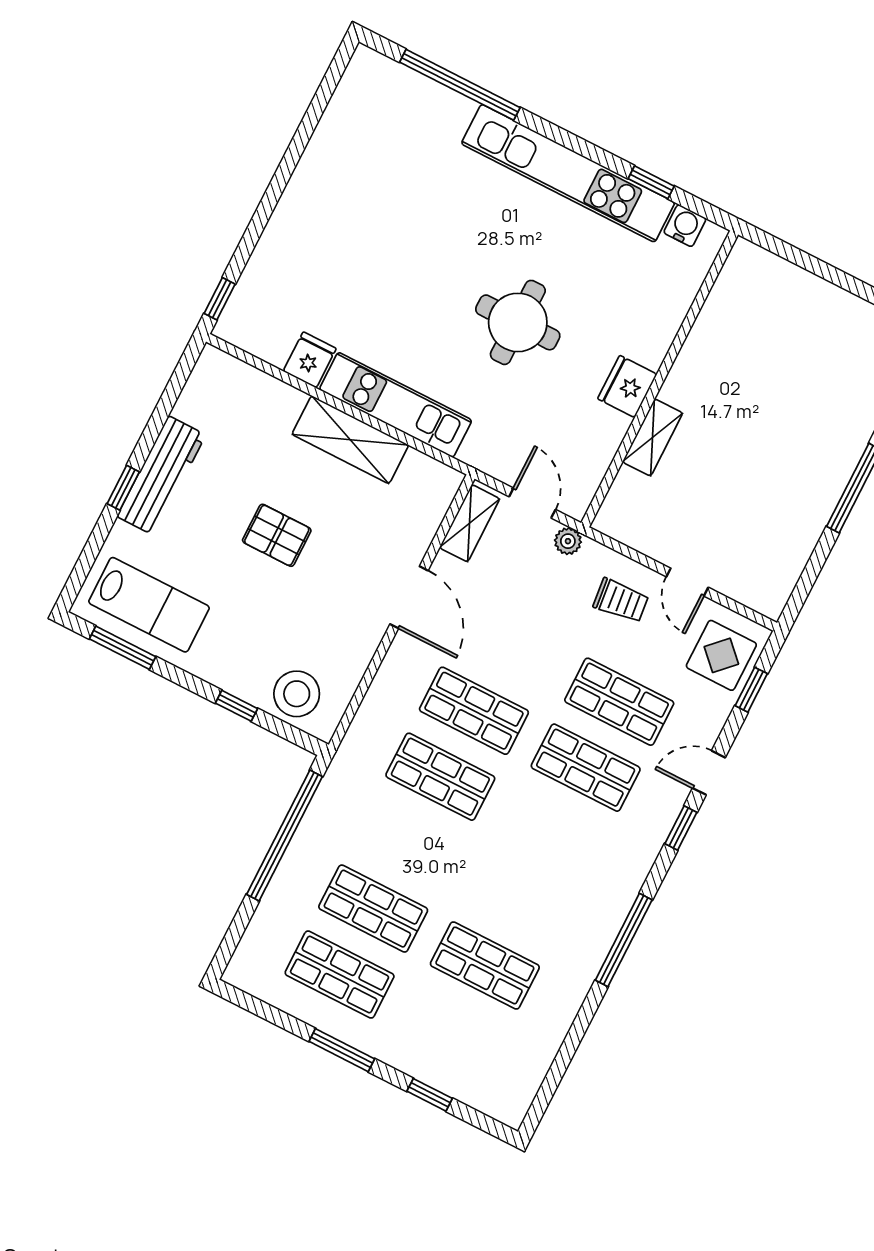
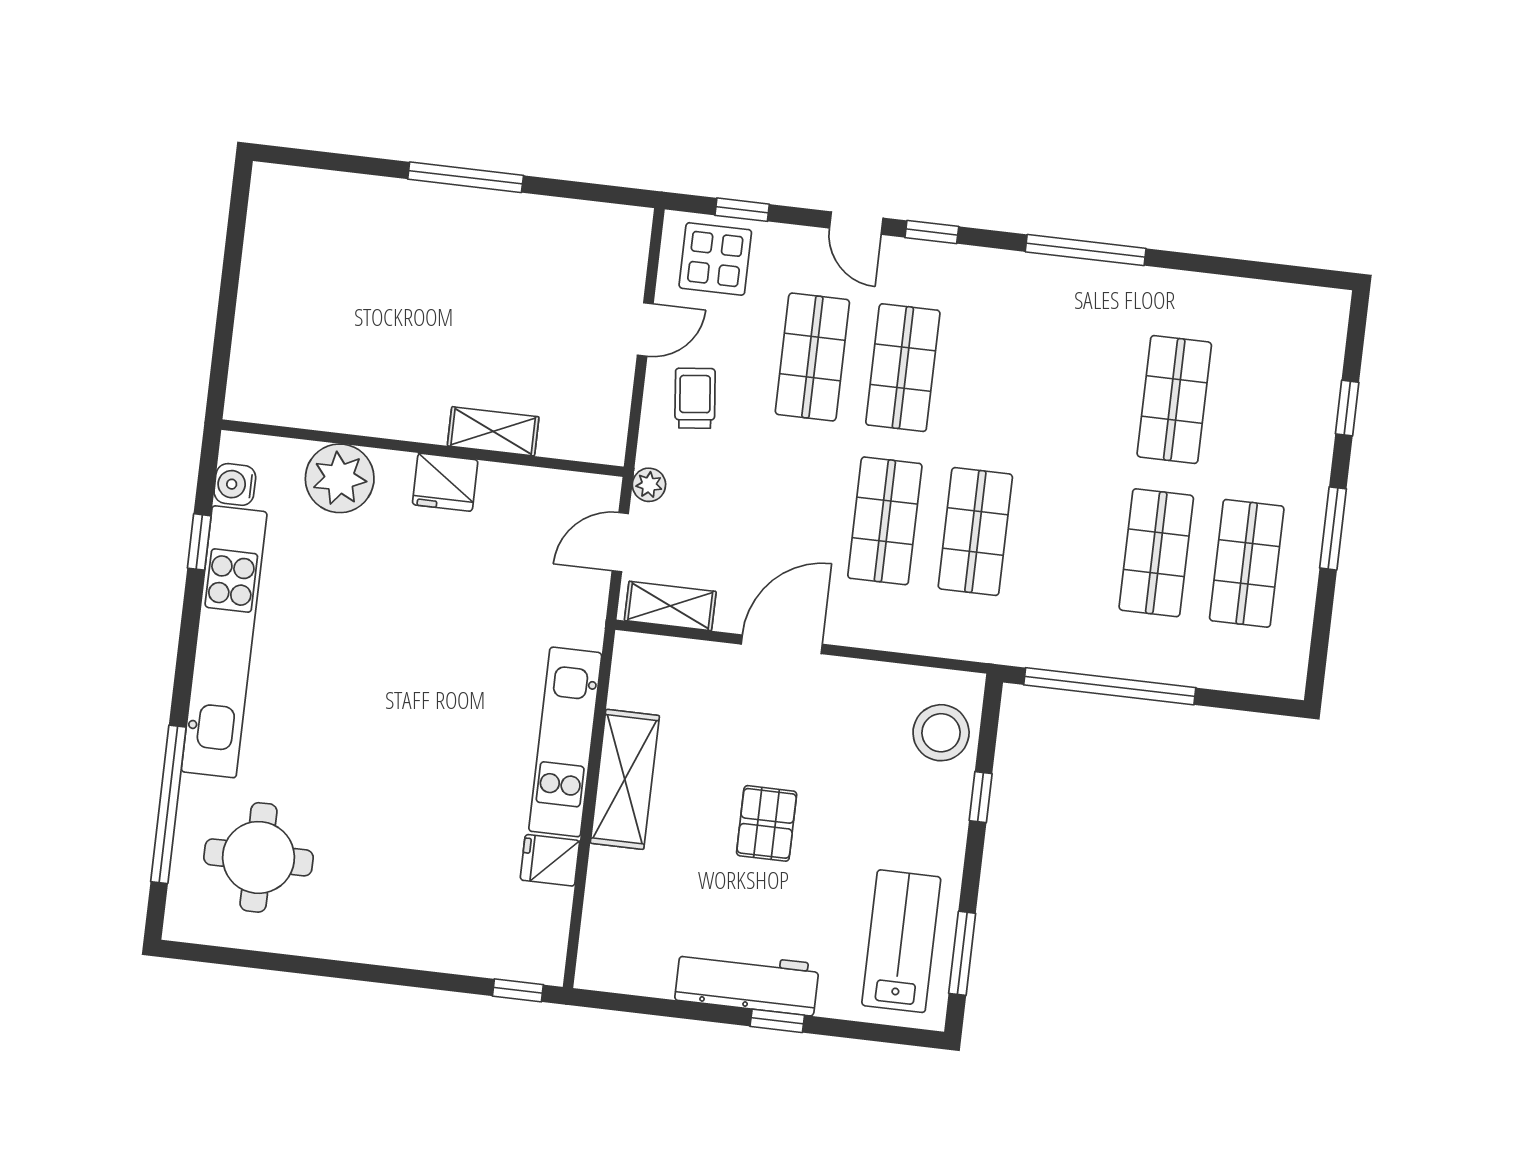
plant: (660, 307) -> (340, 478), added
round table: (518, 322) -> (259, 857), moved

